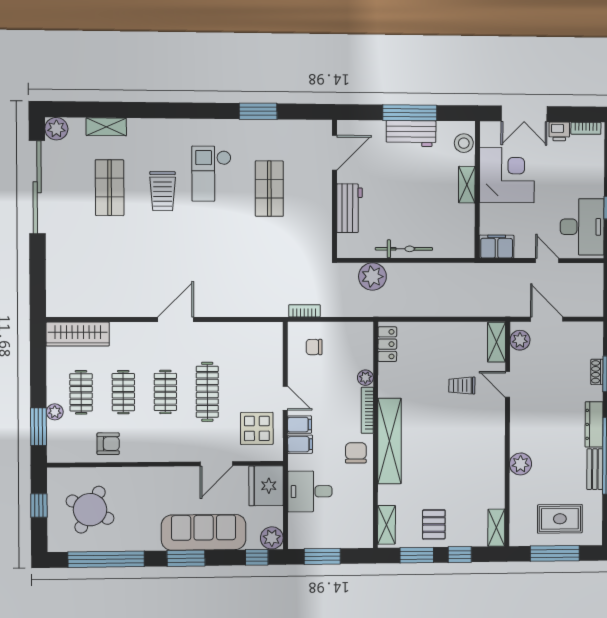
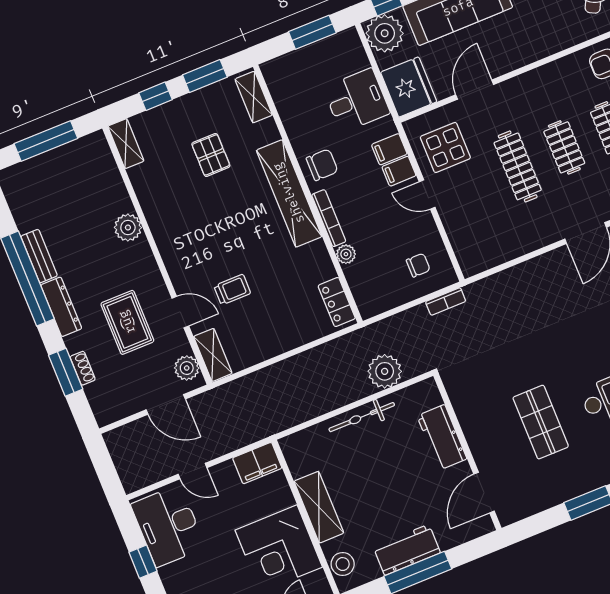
shelving: (467, 185) -> (319, 507), width x1.50, depth x1.33
chair: (356, 453) -> (322, 165), turned -90
rug: (560, 519) -> (127, 322), moved, turned 90
pallet: (434, 524) -> (211, 155), moved
plant: (272, 538) -> (385, 33), width x1.36, depth x1.36

